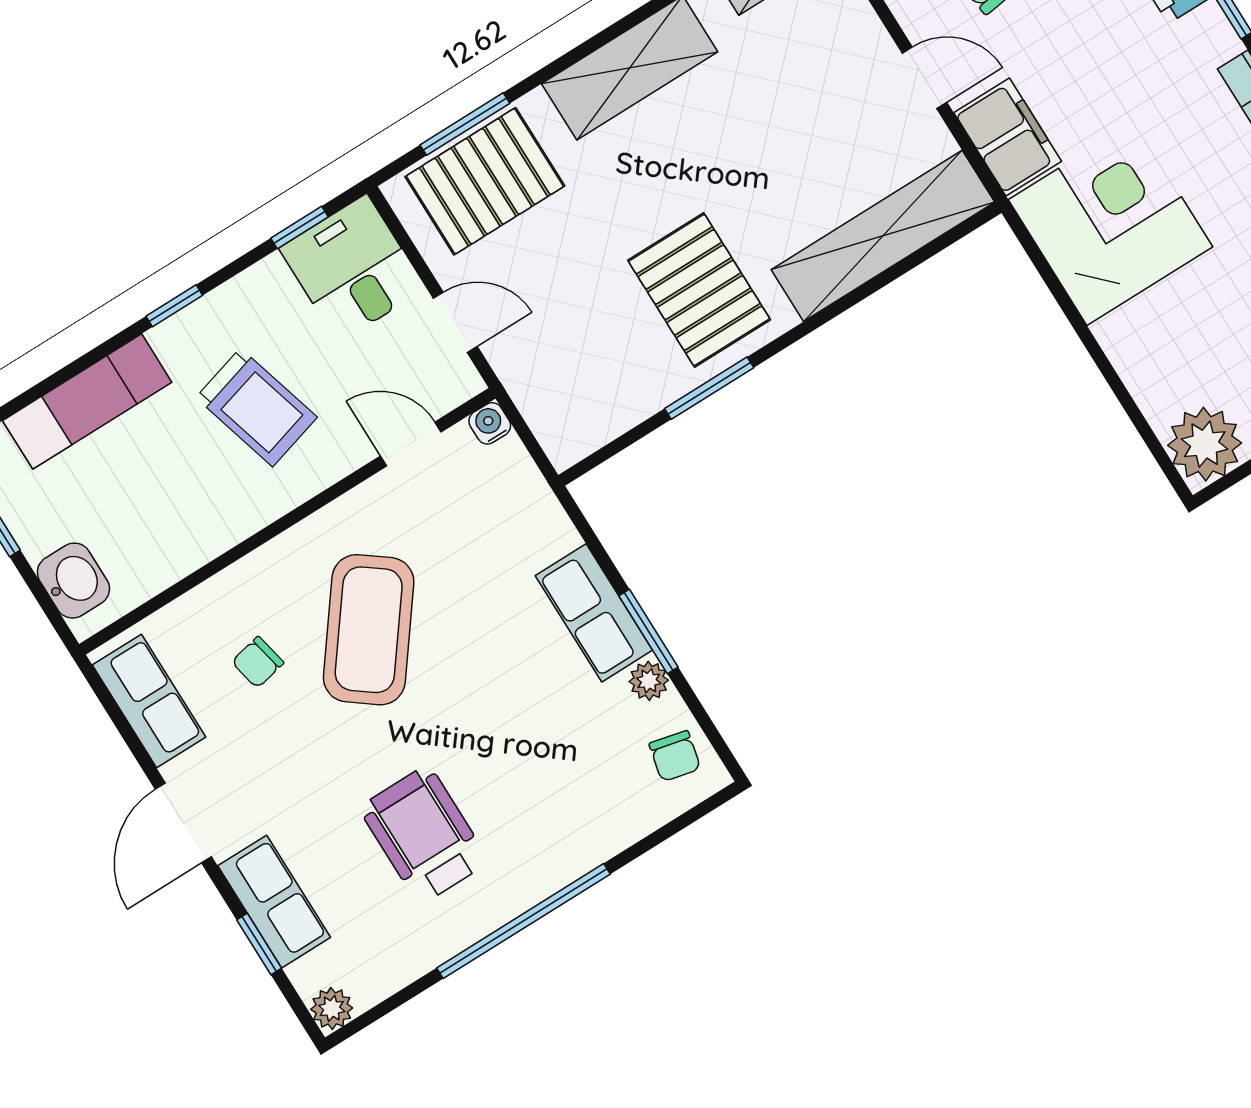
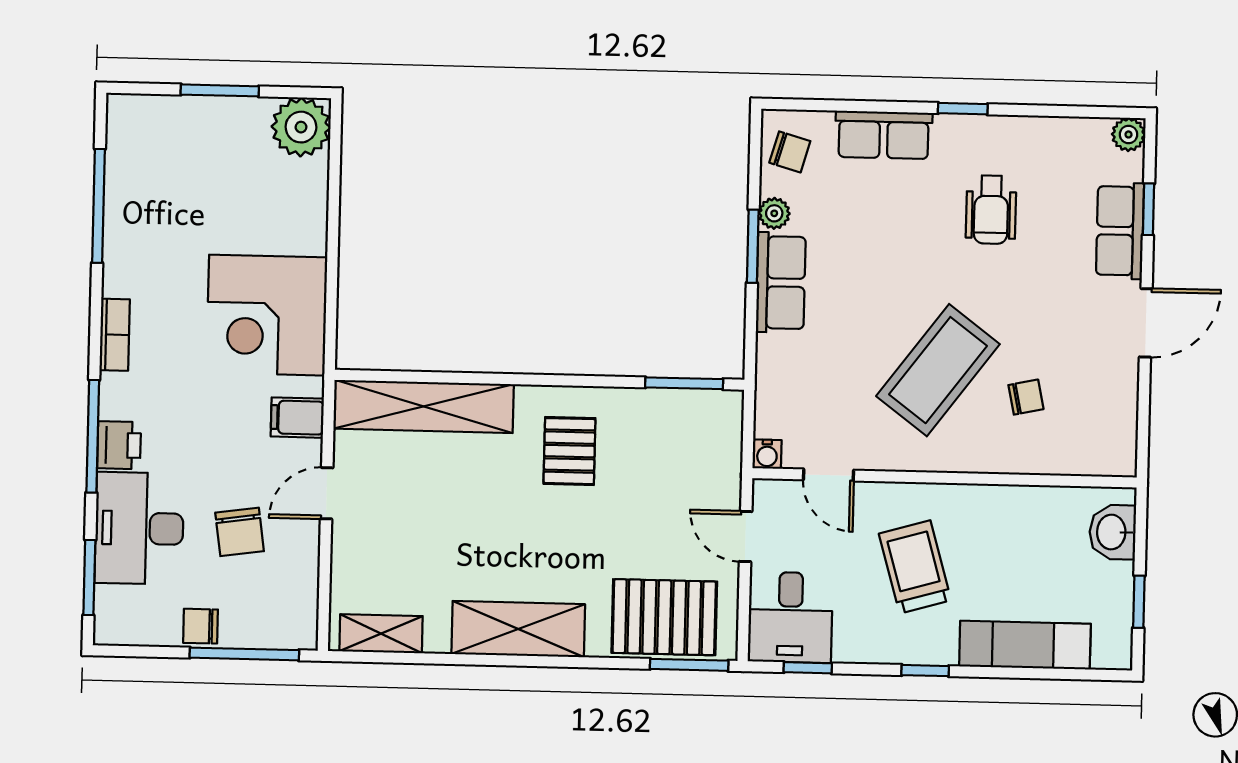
door: (924, 78) -> (327, 493), hinge flipped
window: (465, 124) -> (689, 665), moved
filing cabinet: (1008, 137) -> (297, 418), width x0.50
pallet: (699, 290) -> (569, 451), width x0.67, depth x0.71
window: (709, 388) -> (684, 383), moved
row of seats: (149, 701) -> (884, 135), moved, turned -90
chair: (675, 756) -> (790, 152), turned 93
wheelchair: (424, 835) -> (991, 210), width x0.73, depth x0.73
window: (523, 921) -> (963, 109), width x0.32

